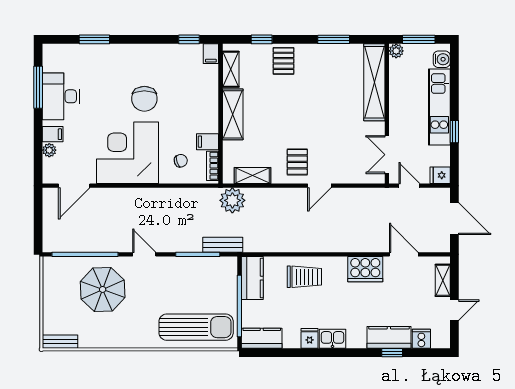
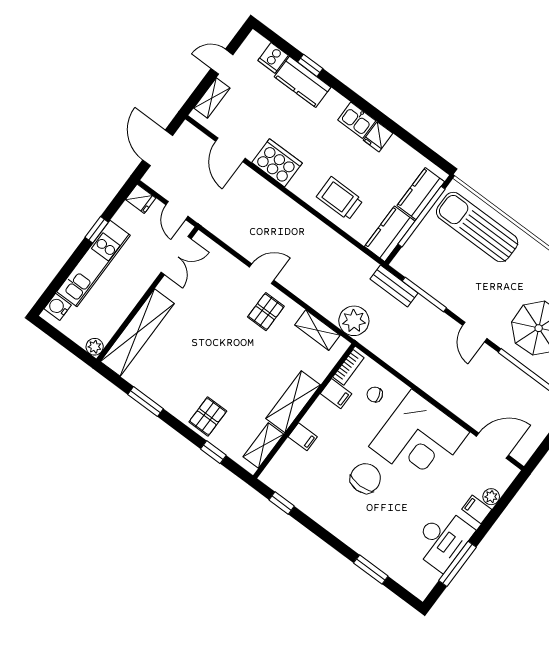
window: (419, 39) -> (65, 342), removed
filing cabinet: (211, 54) -> (303, 437), moved, turned 90
kitchen counter: (262, 338) -> (421, 194), moved, turned 90

